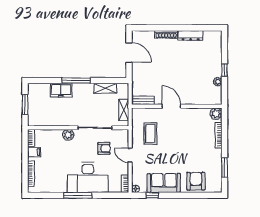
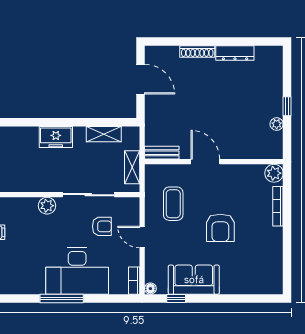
window: (76, 80) -> (59, 122), removed
freezer: (61, 90) -> (56, 137), moved
window: (225, 167) -> (287, 256), removed
armchair: (196, 181) -> (220, 228), moved, turned 180

